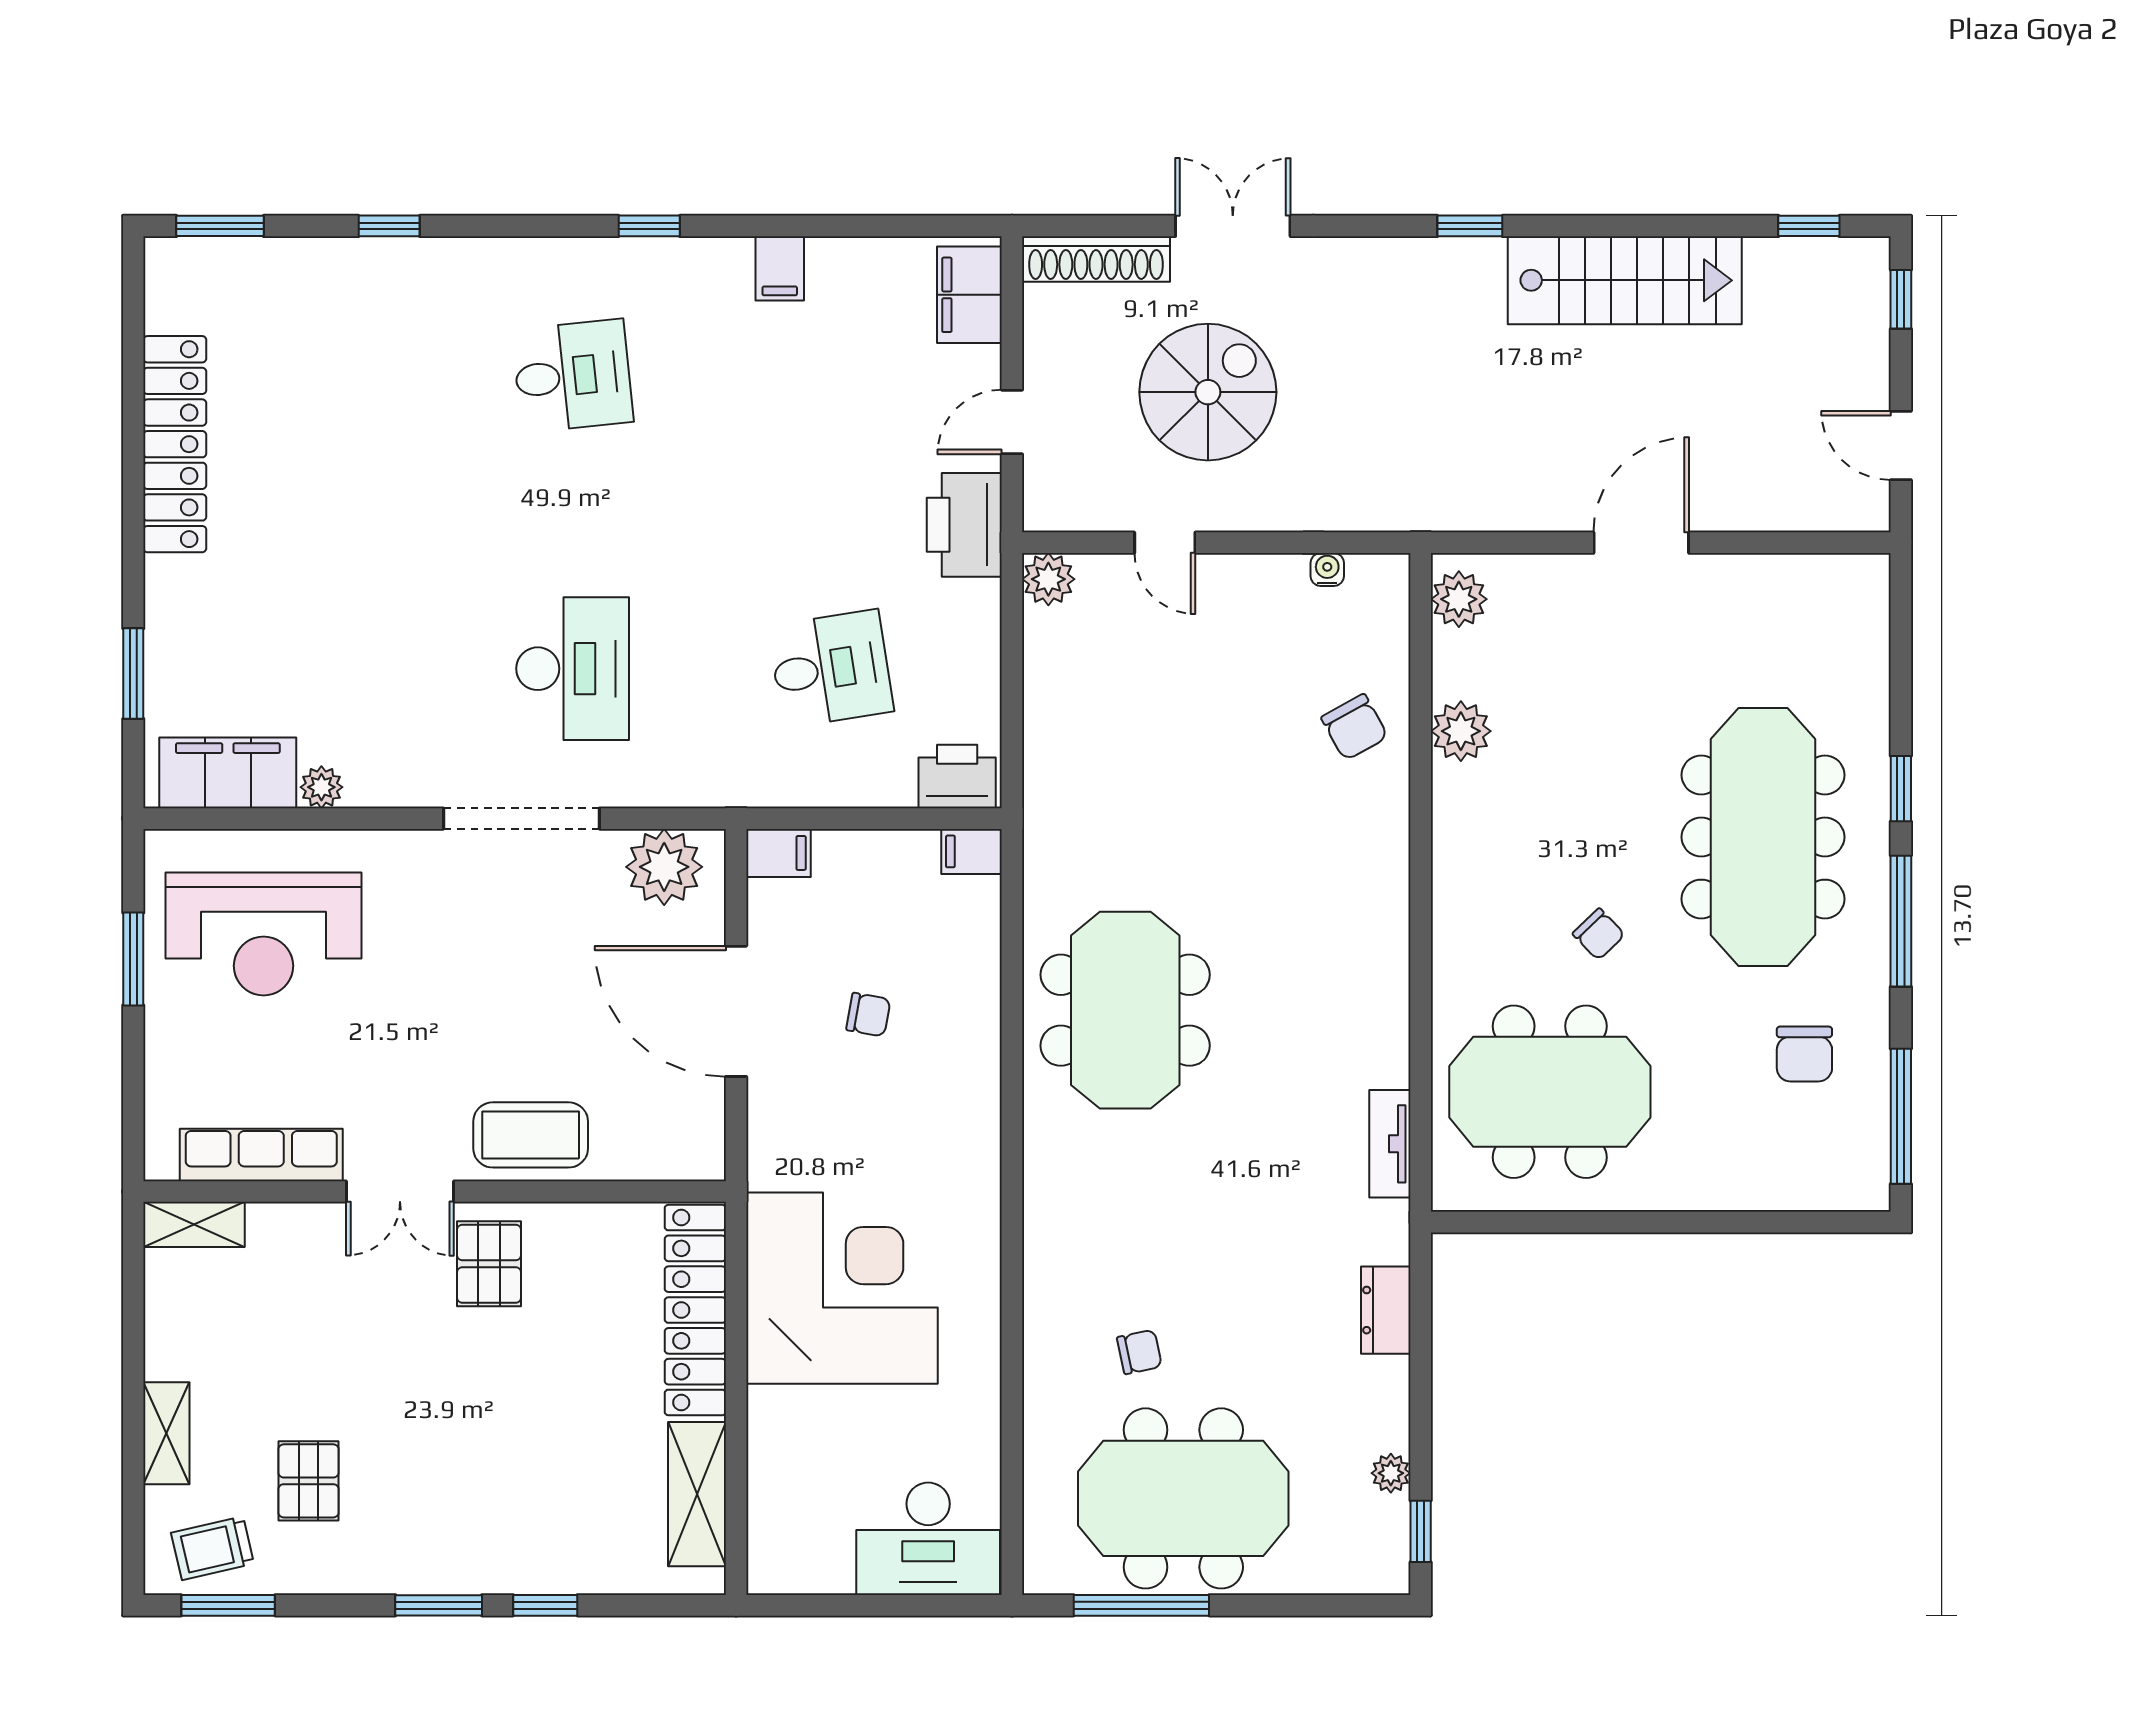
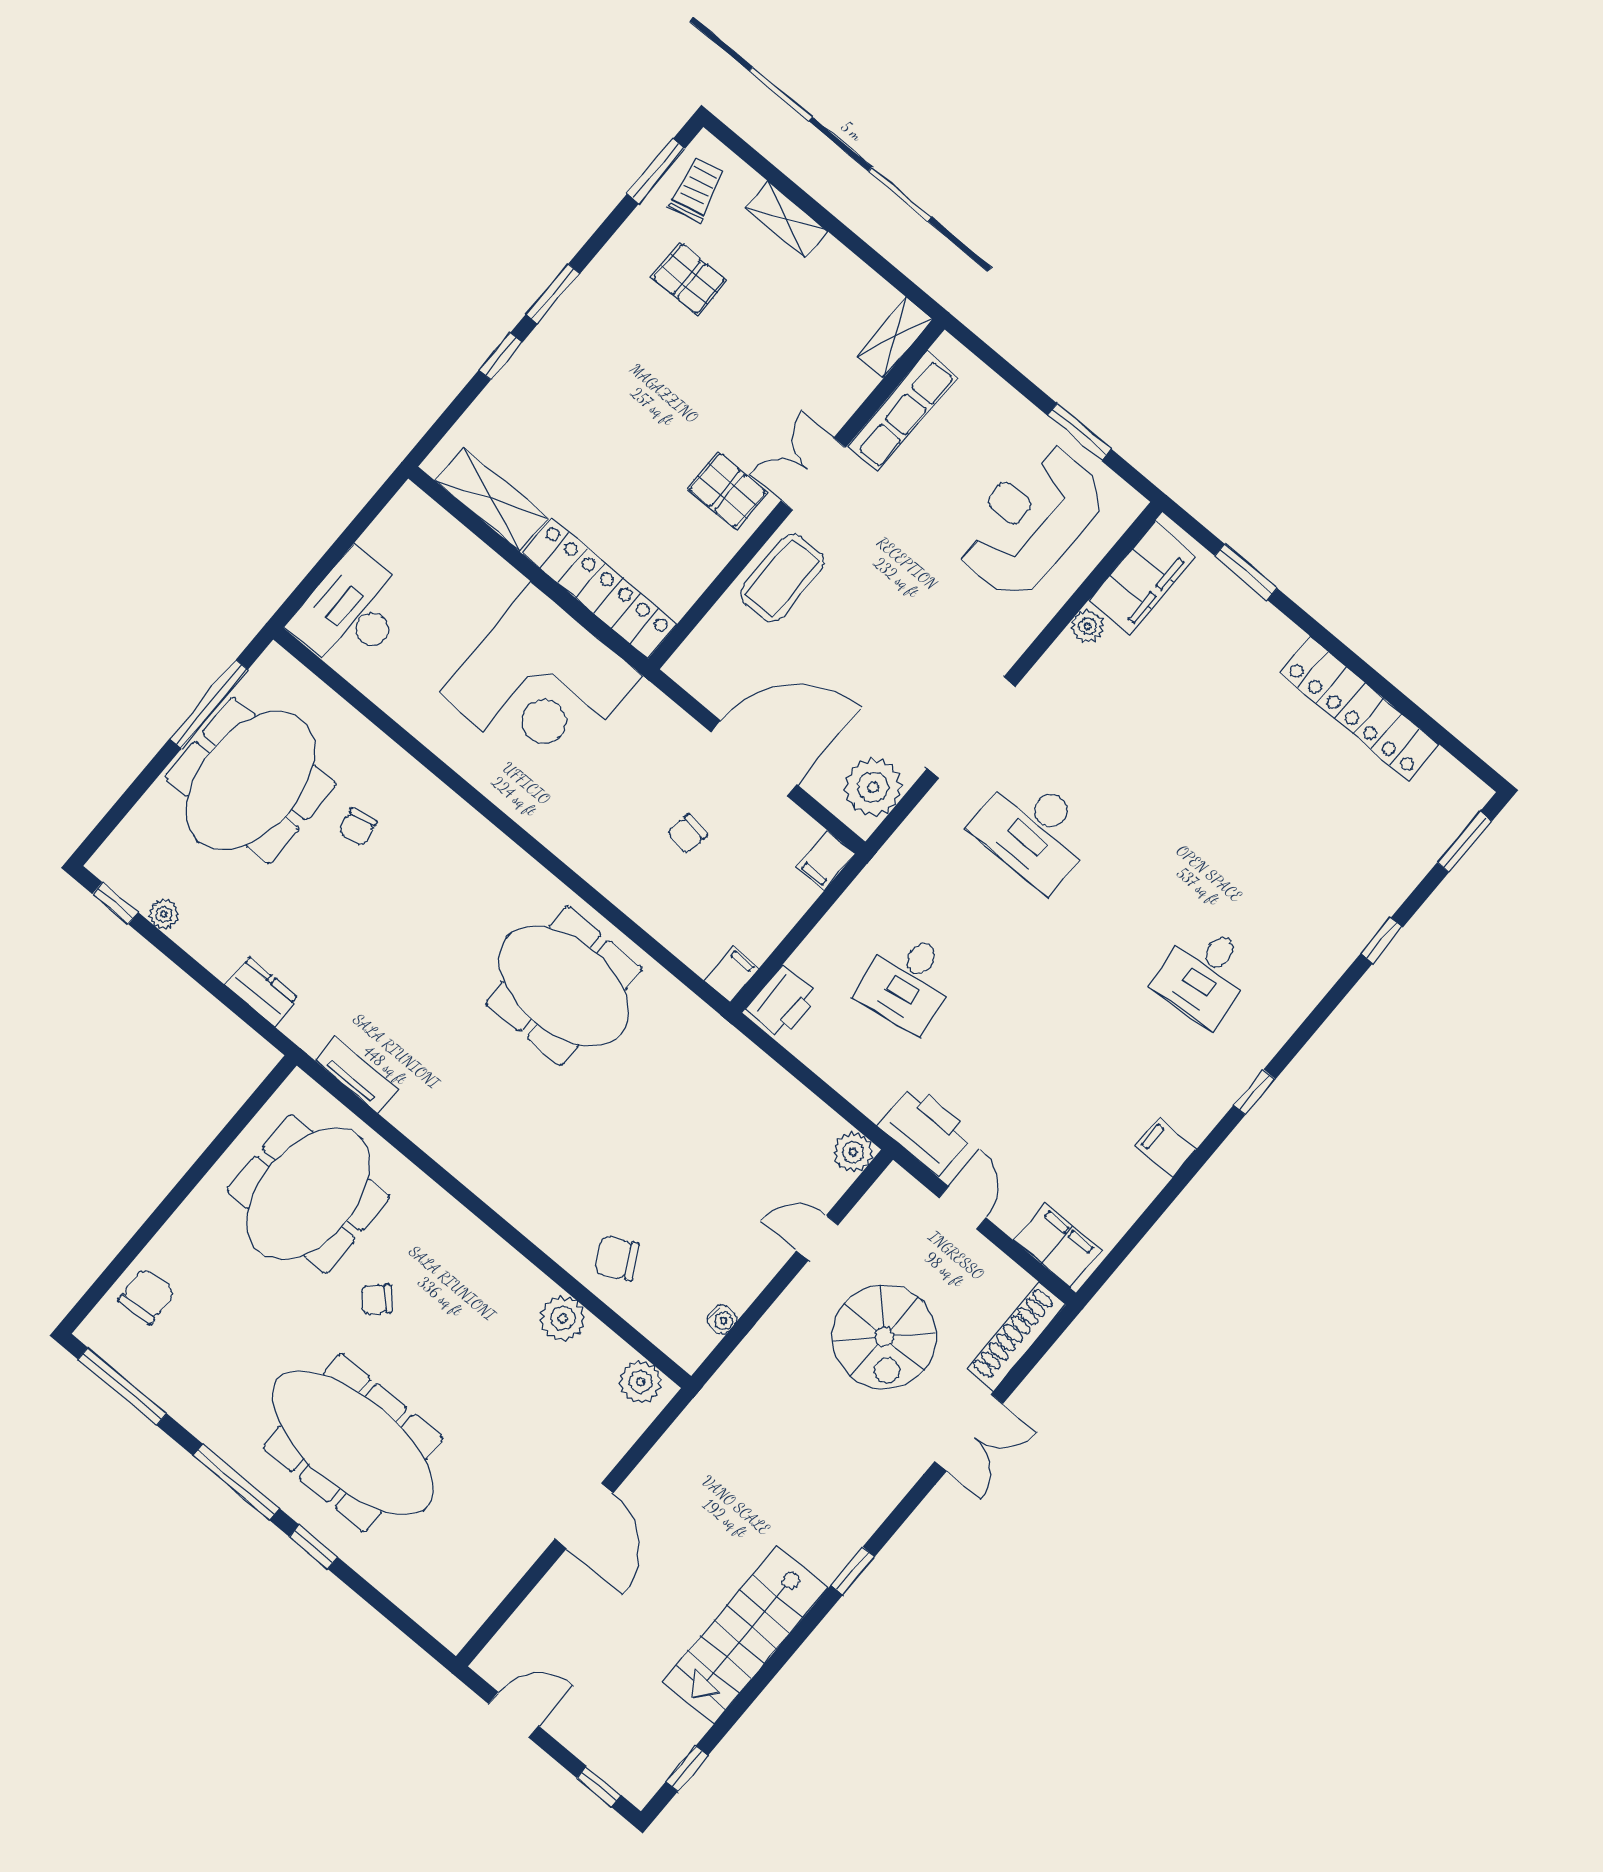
chair: (1804, 1054) -> (146, 1296), moved, turned 87

